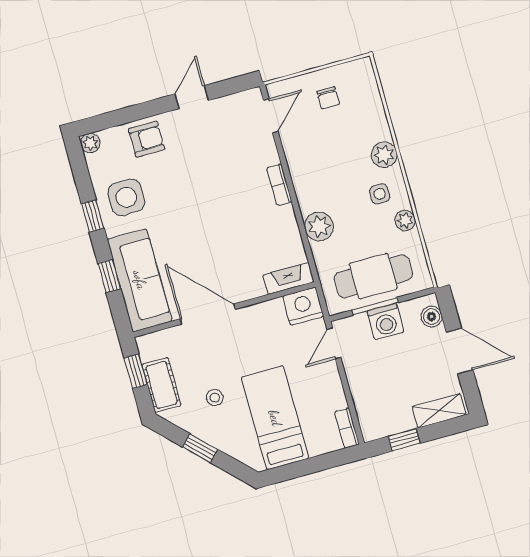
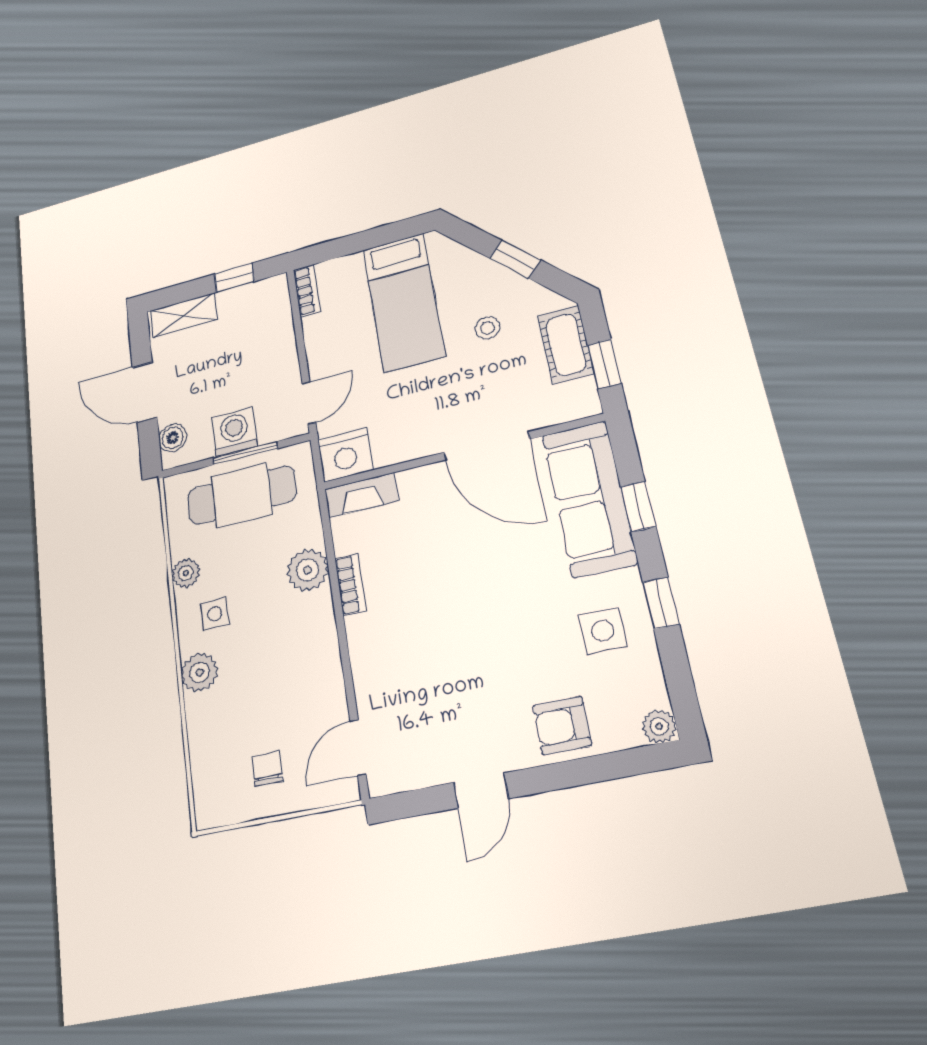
bookcase: (279, 185) -> (350, 584), moved
side table: (126, 197) -> (602, 631), width x0.73, depth x0.73

